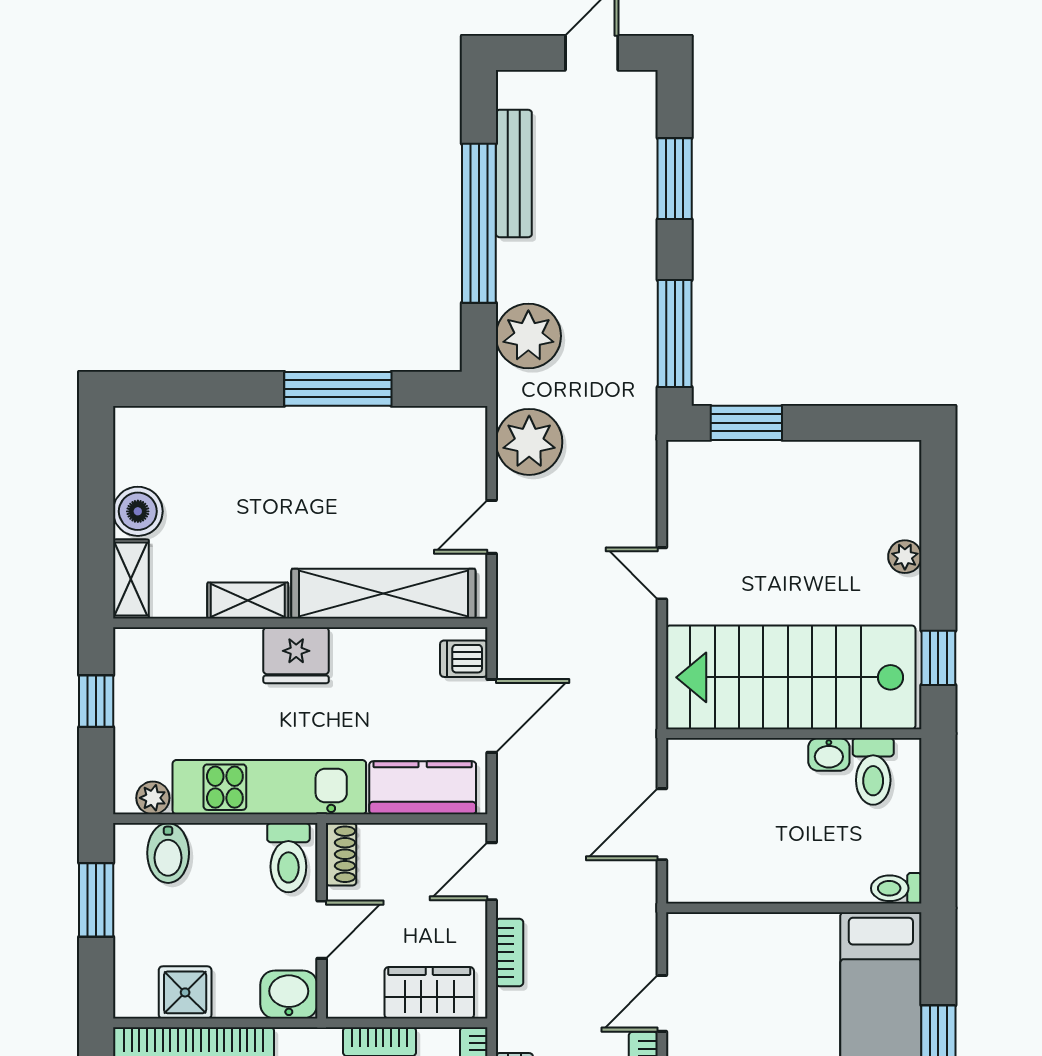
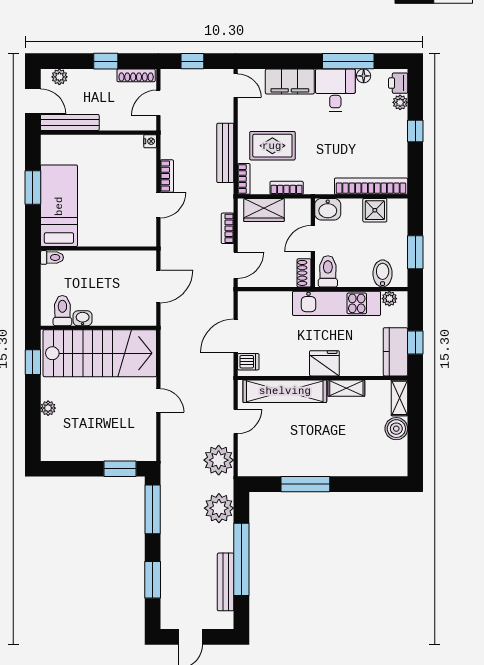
kitchen counter: (423, 788) -> (395, 352), moved, turned 90

